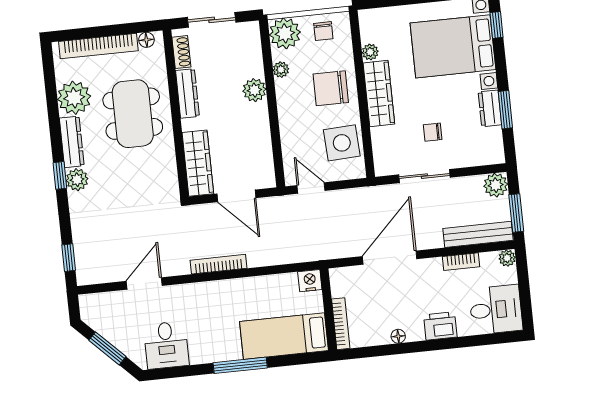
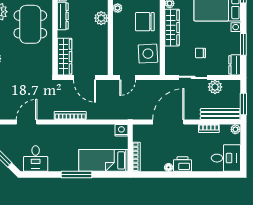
dresser: (490, 108) -> (235, 65), moved
plant: (496, 185) -> (215, 87), moved
door: (311, 188) -> (128, 77), swing flipped
printer: (440, 326) -> (182, 164), moved

